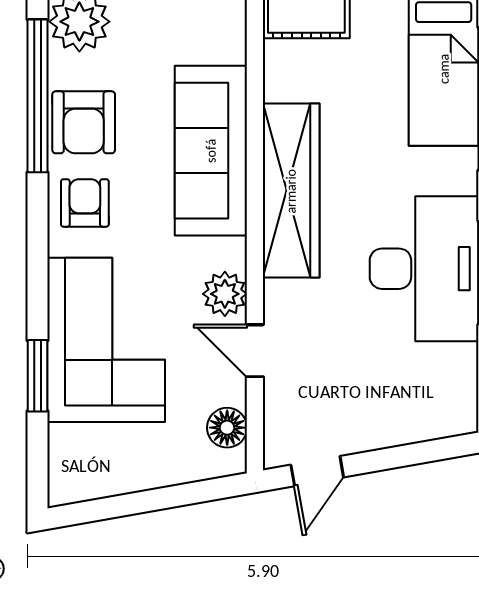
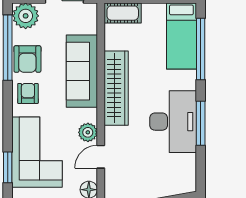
door: (255, 351) -> (101, 157), hinge flipped

